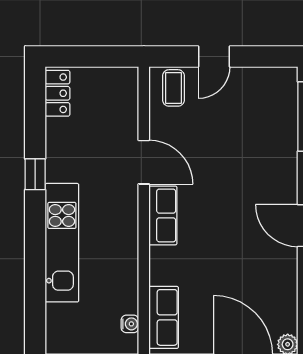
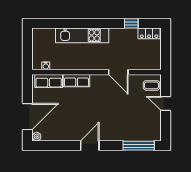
door: (144, 162) -> (118, 72), hinge flipped
window: (35, 174) -> (131, 23), moved
row of seats: (163, 215) -> (77, 81), moved

